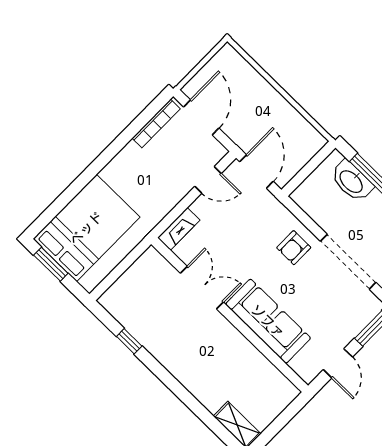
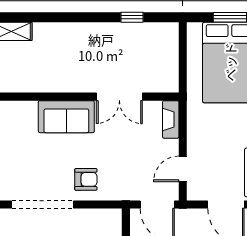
armchair: (294, 248) -> (86, 179), turned 90
sofa: (268, 321) -> (66, 117), width x0.73

